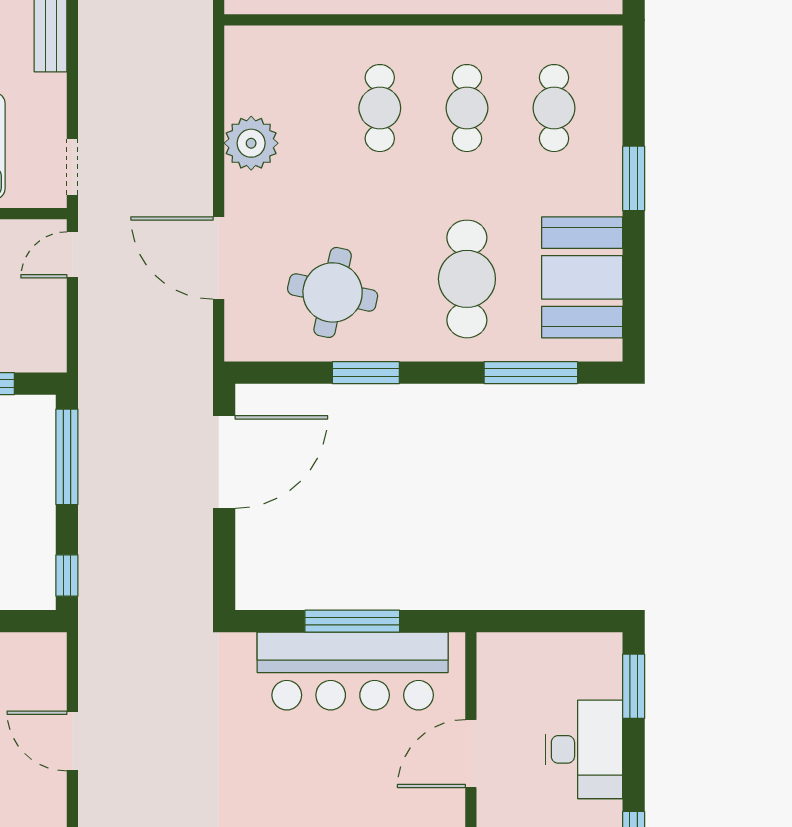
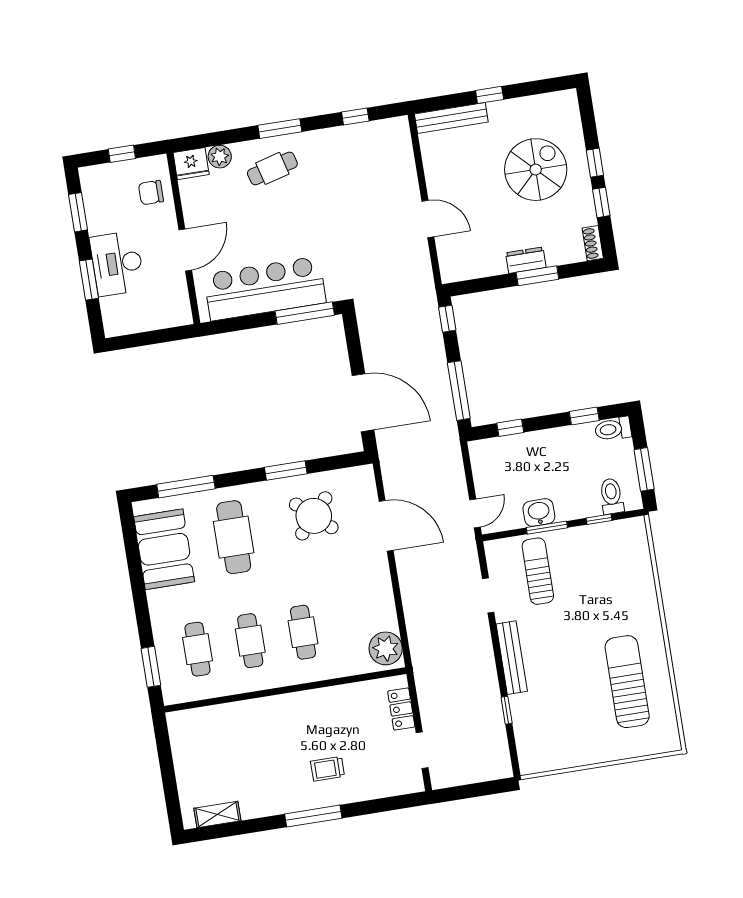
plant: (251, 143) -> (386, 648), moved
doorway: (72, 167) -> (488, 595), moved
window: (634, 178) -> (151, 667), moved
round table: (333, 292) -> (314, 516), turned 30
door: (224, 462) -> (363, 403), swing flipped
window: (352, 621) -> (305, 313), moved
window: (634, 686) -> (89, 280), moved

